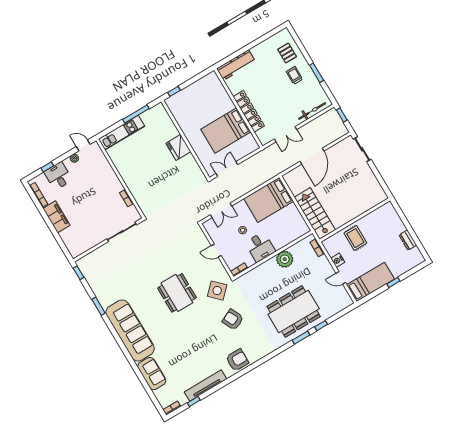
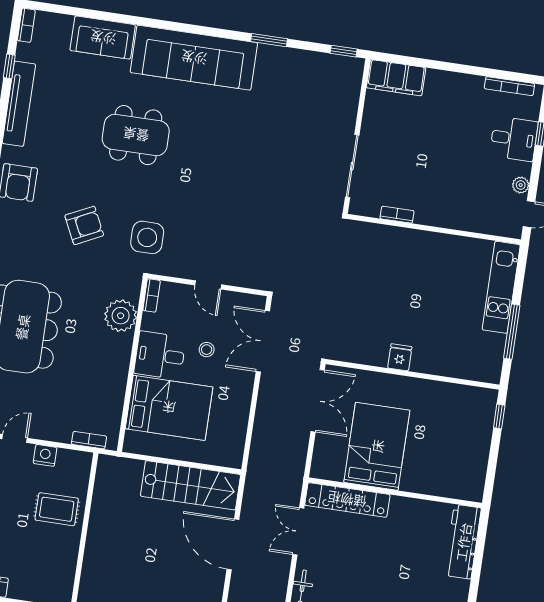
locker: (249, 111) -> (347, 500), moved
fridge: (178, 147) -> (400, 357), width x0.53, depth x0.75
double door: (227, 169) -> (318, 401), width x1.37
bed: (269, 200) -> (169, 408), moved, turned 90
double door: (221, 210) -> (263, 341), width x1.37
stairs: (315, 214) -> (190, 485), moved
filing cabinet: (56, 217) -> (396, 78), moved
door: (216, 251) -> (208, 285), swing flipped
plant: (285, 259) -> (121, 316), moved
side table: (217, 291) -> (147, 237), turned 45
dining table: (177, 293) -> (136, 135), moved

